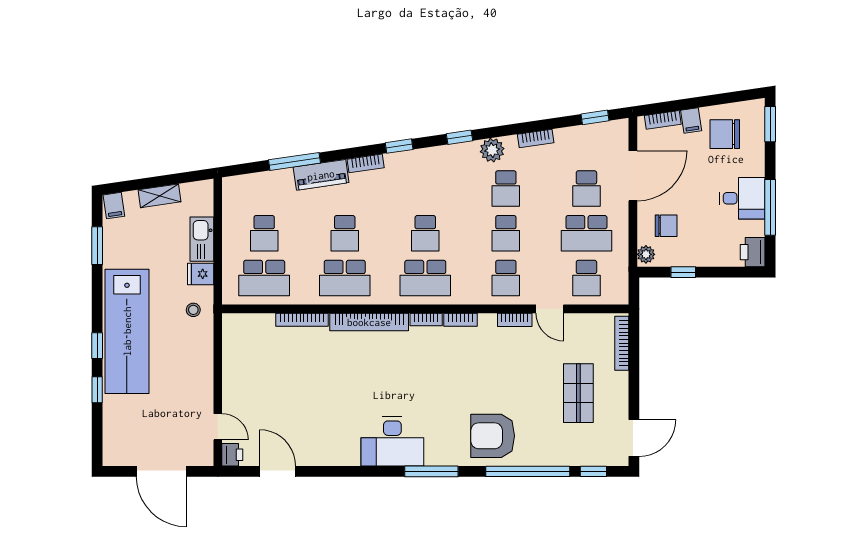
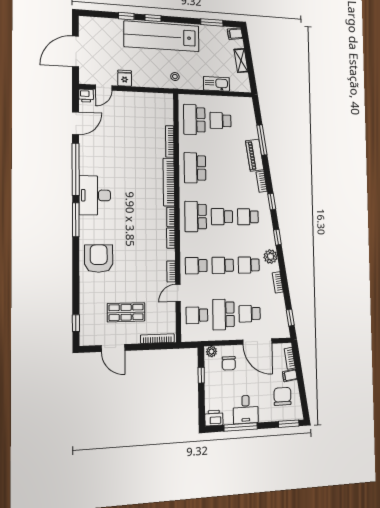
school desk: (345, 233) -> (248, 217), moved
fridge: (201, 274) -> (125, 78), moved
door: (634, 438) -> (113, 348), moved
window: (528, 471) -> (76, 169), moved

